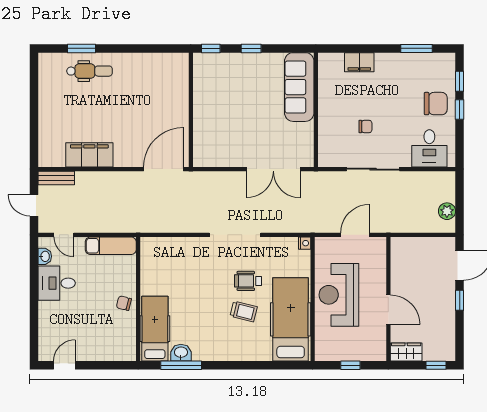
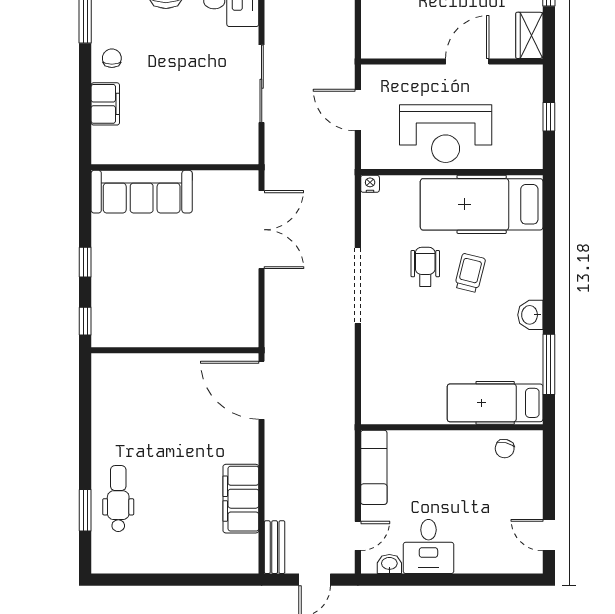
chair: (365, 126) -> (112, 58), moved
wheelchair: (248, 281) -> (425, 267), turned 180
chair: (124, 303) -> (505, 449), moved
washbasin: (181, 353) -> (530, 315), moved

